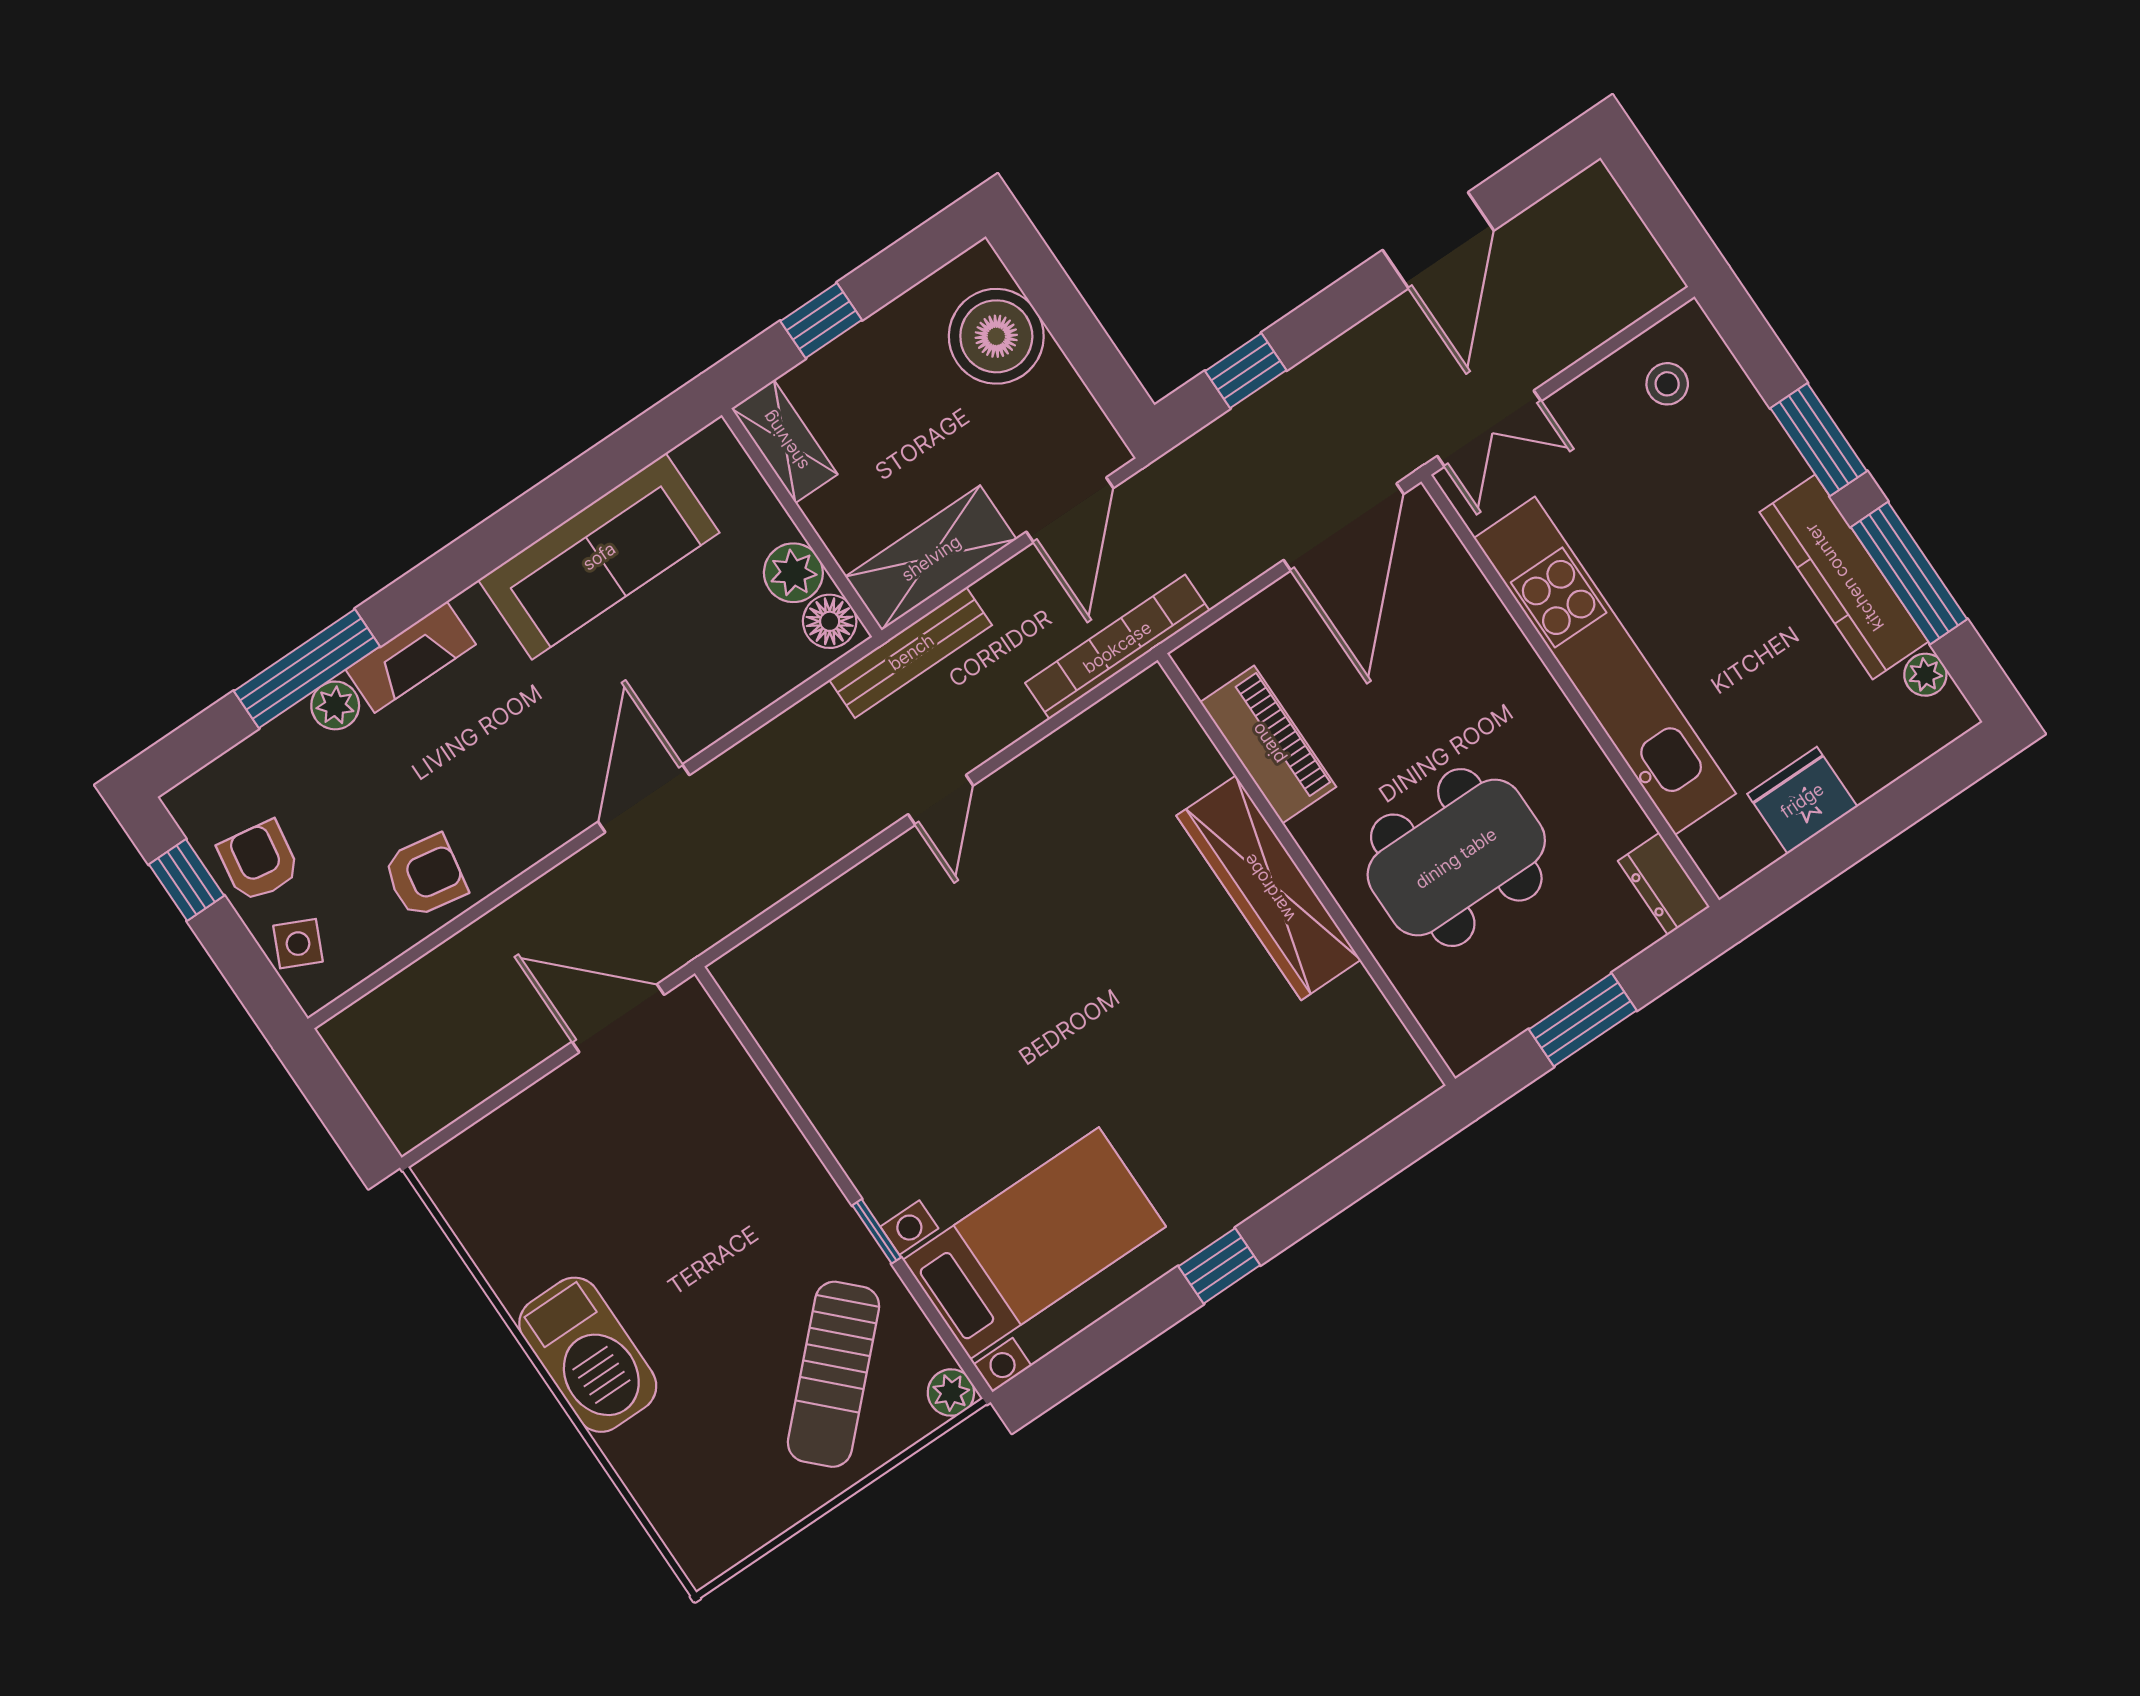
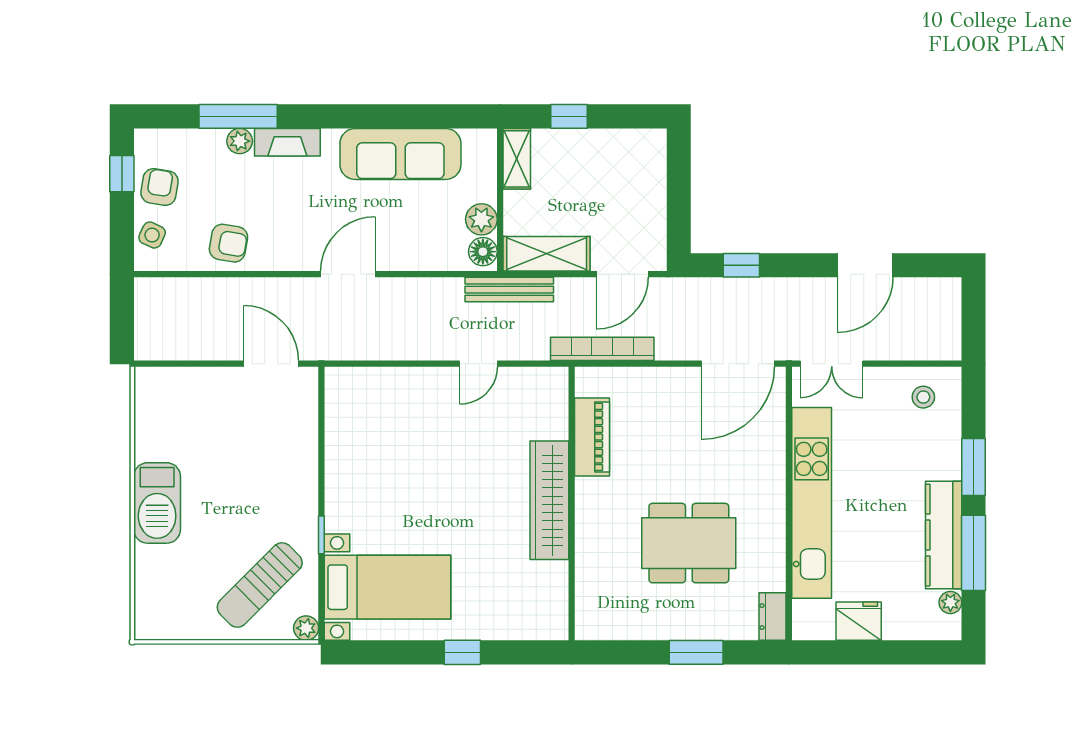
boiler: (996, 336) -> (642, 176), removed
piano: (1268, 744) -> (592, 437), moved
wall: (1306, 869) -> (572, 504), moved
wardrobe: (1269, 888) -> (549, 500), moved

